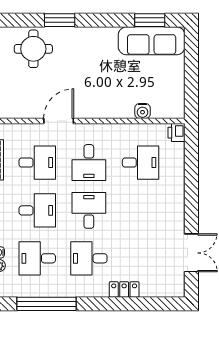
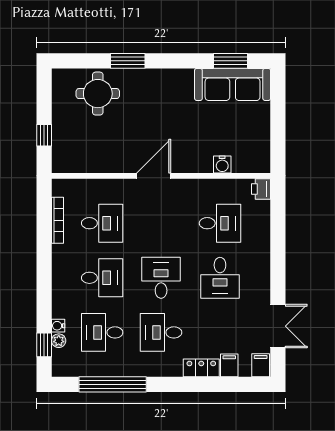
door: (59, 121) -> (154, 176), moved
desk: (89, 163) -> (220, 278), moved
filing cabinet: (149, 287) -> (229, 365), added
filing cabinet: (176, 287) -> (261, 365), added

